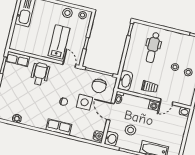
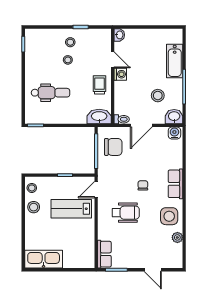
wheelchair: (40, 74) -> (126, 213), moved, turned 180
side table: (85, 102) -> (169, 216), moved

